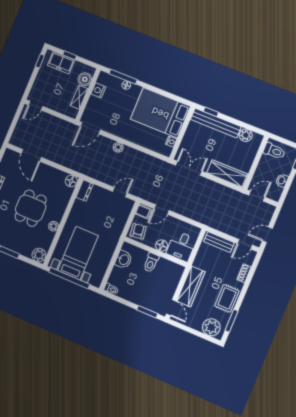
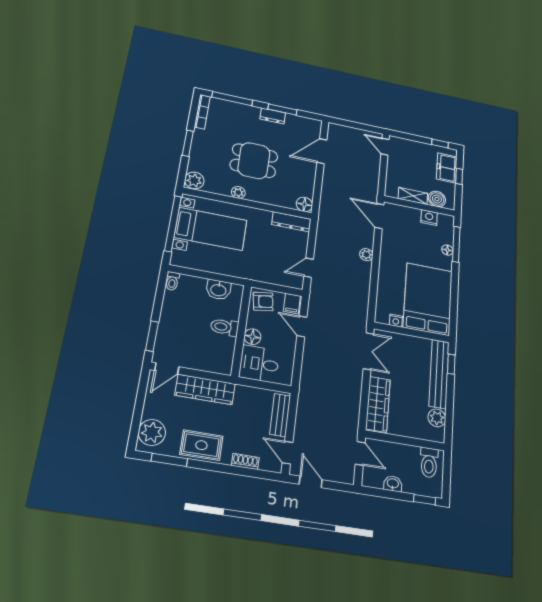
dresser: (85, 191) -> (291, 222), width x1.44
door: (120, 192) -> (309, 268), swing flipped

